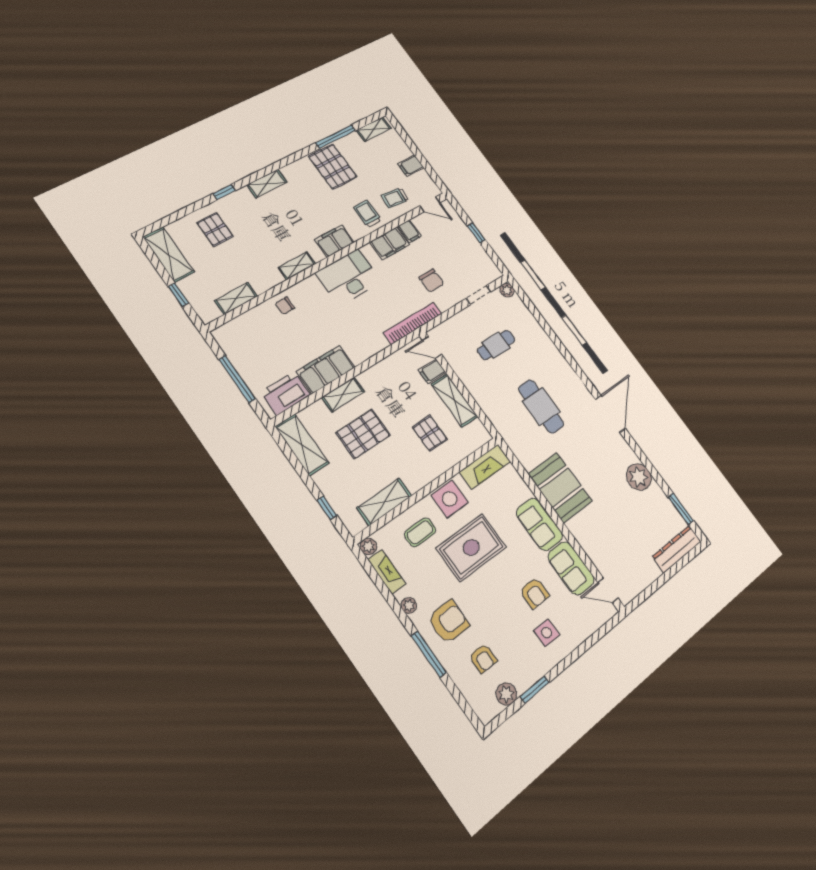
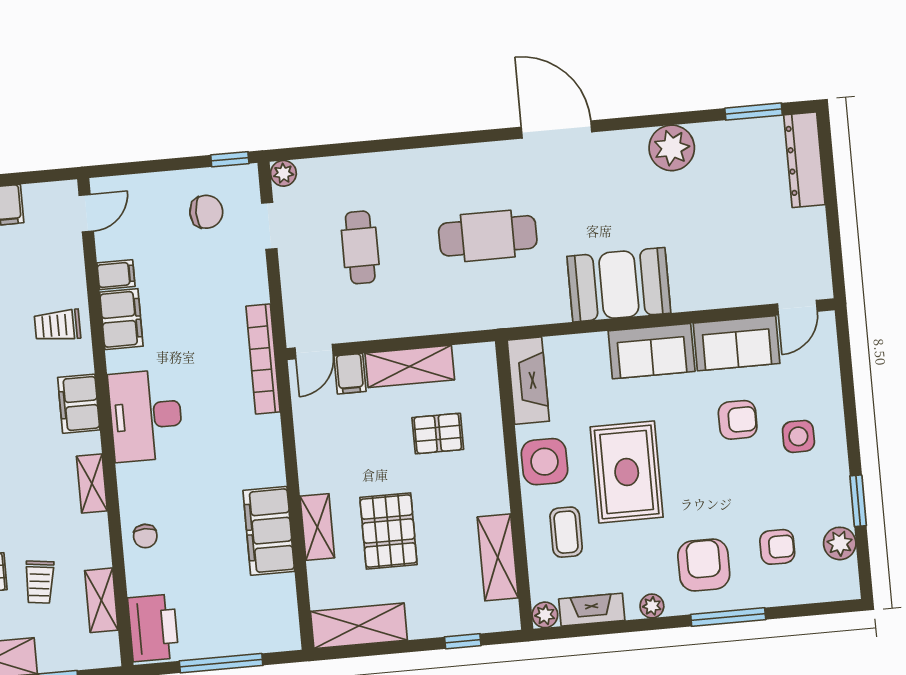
trolley: (395, 198) -> (40, 582), moved
window: (476, 233) -> (230, 159), moved
chair: (431, 281) -> (206, 212), moved
printer: (285, 393) -> (153, 628), moved, turned 180

